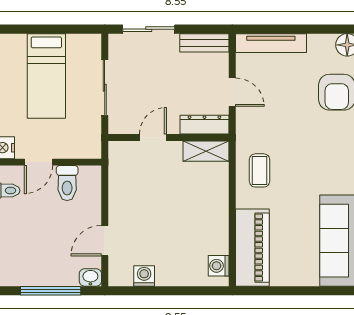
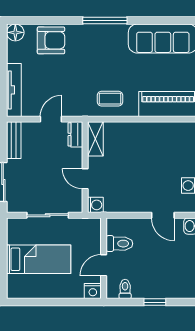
dresser: (204, 125) -> (75, 134), width x0.70
door: (38, 162) -> (104, 265), swing flipped
washing machine: (219, 266) -> (95, 205), moved, turned -90

